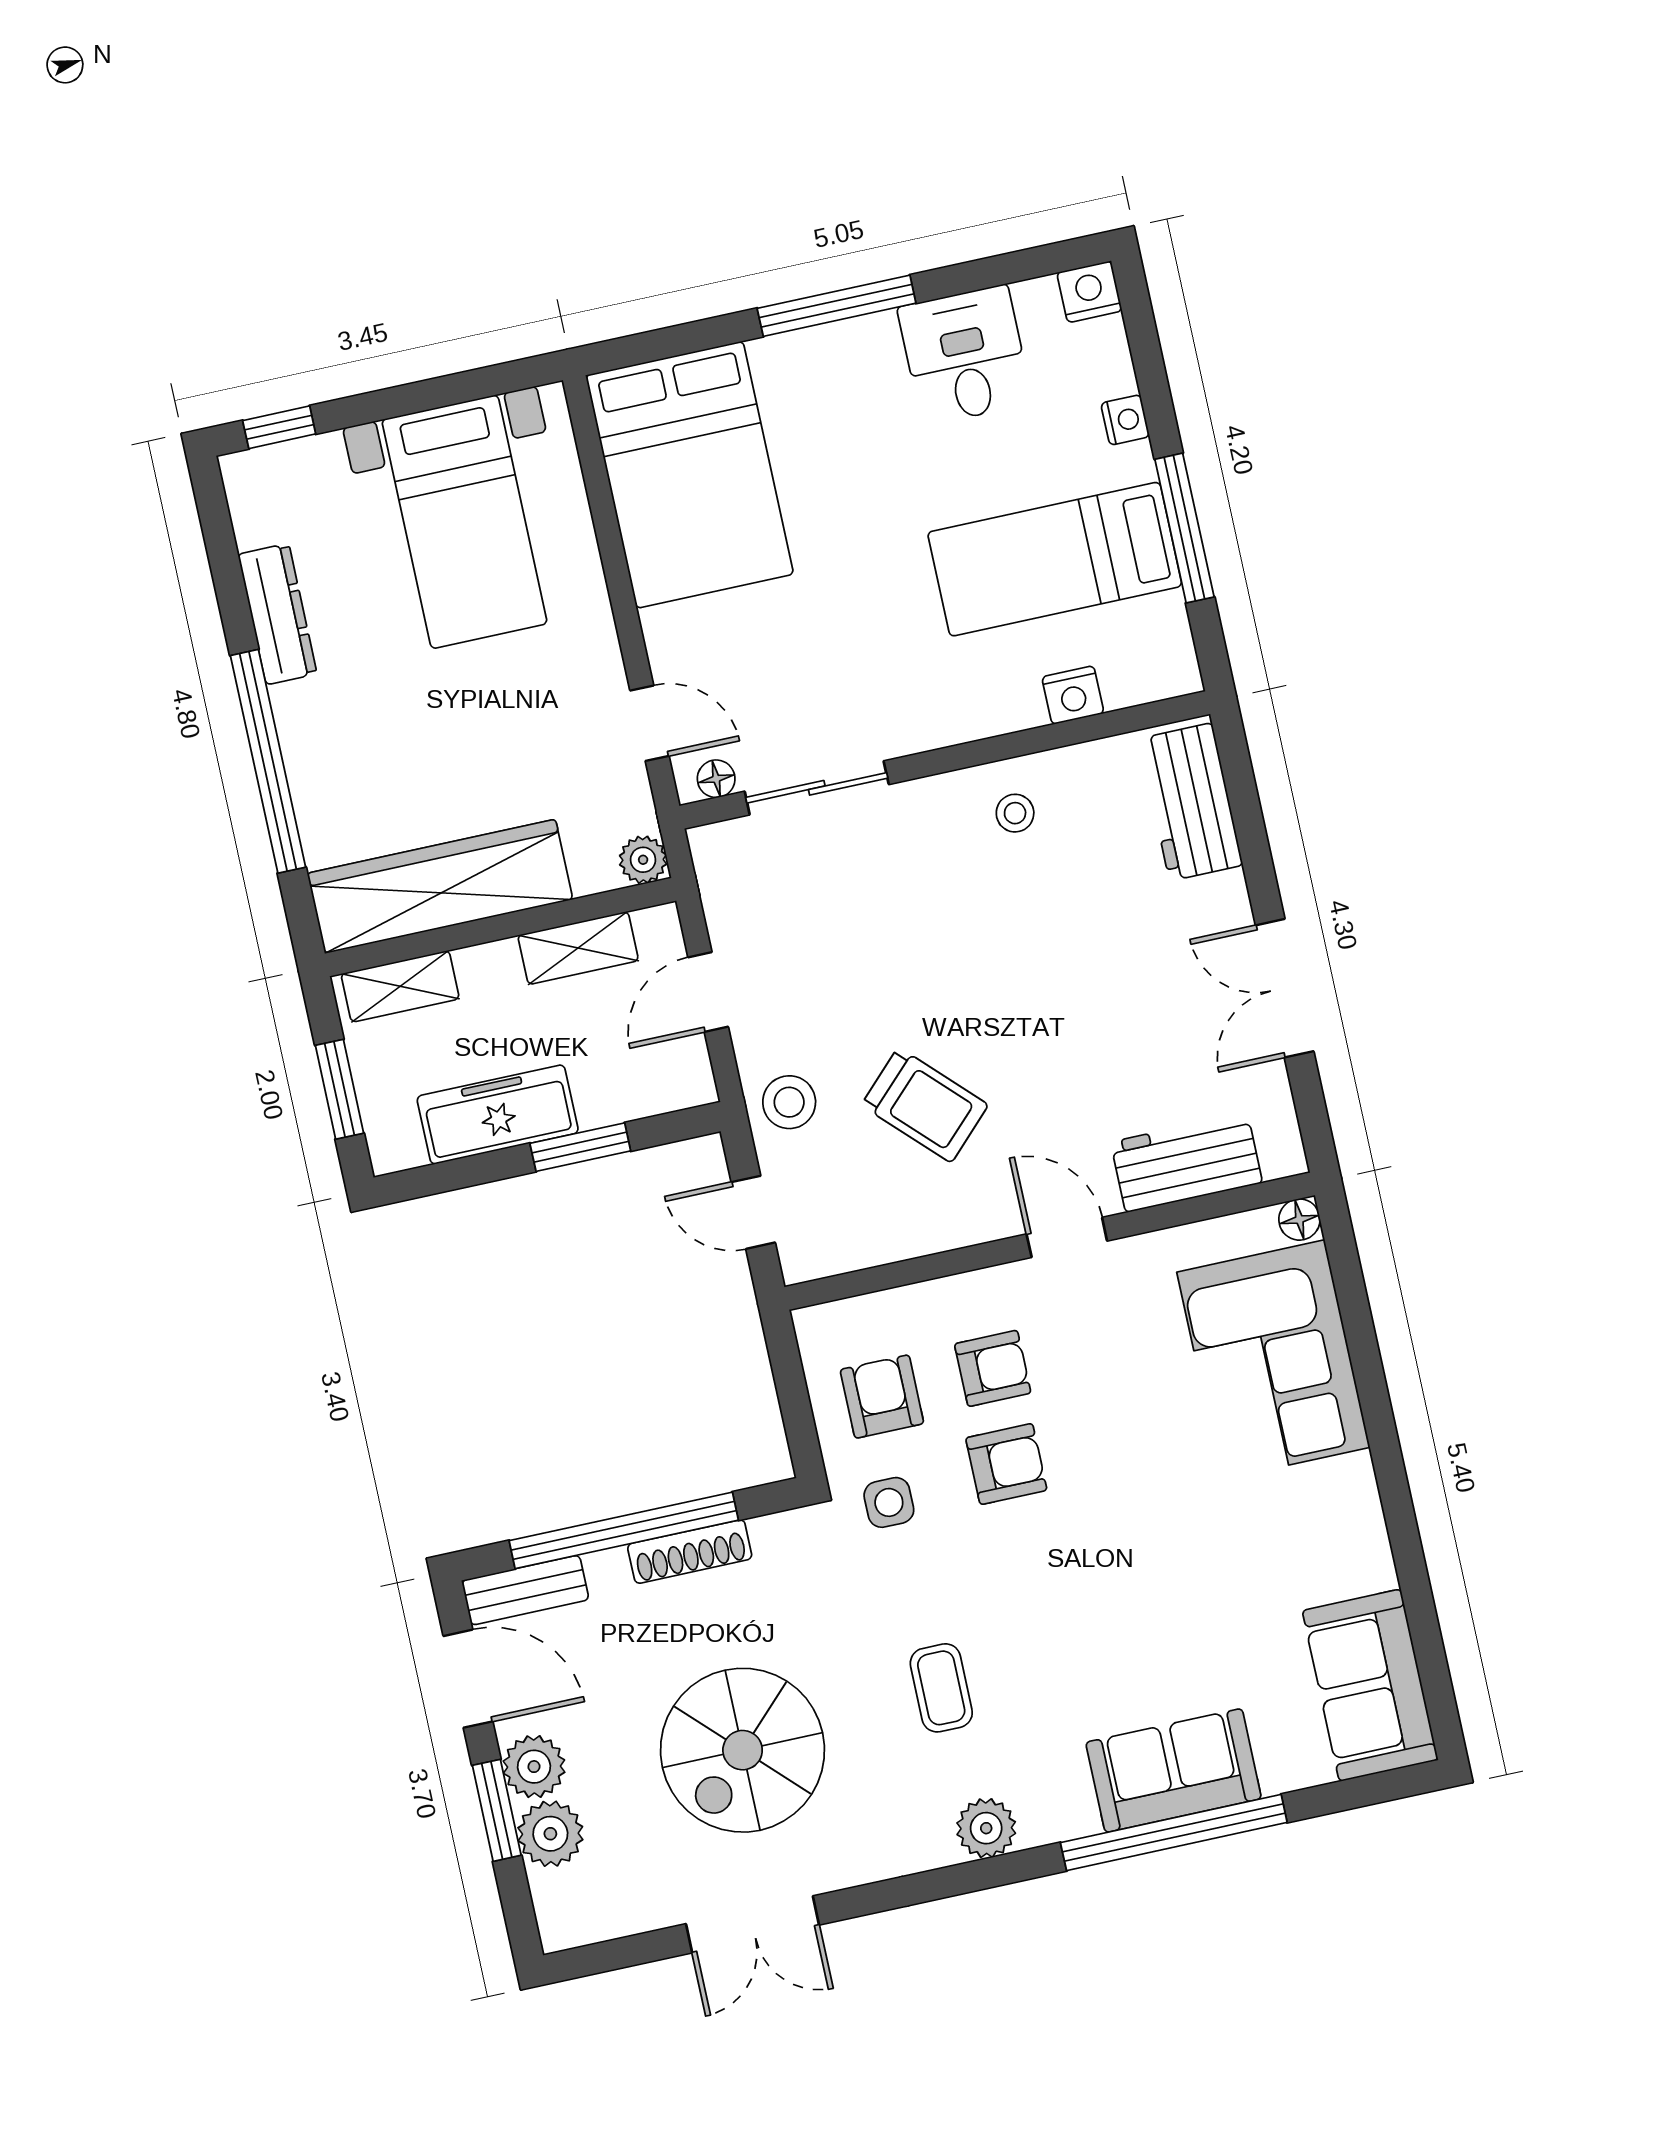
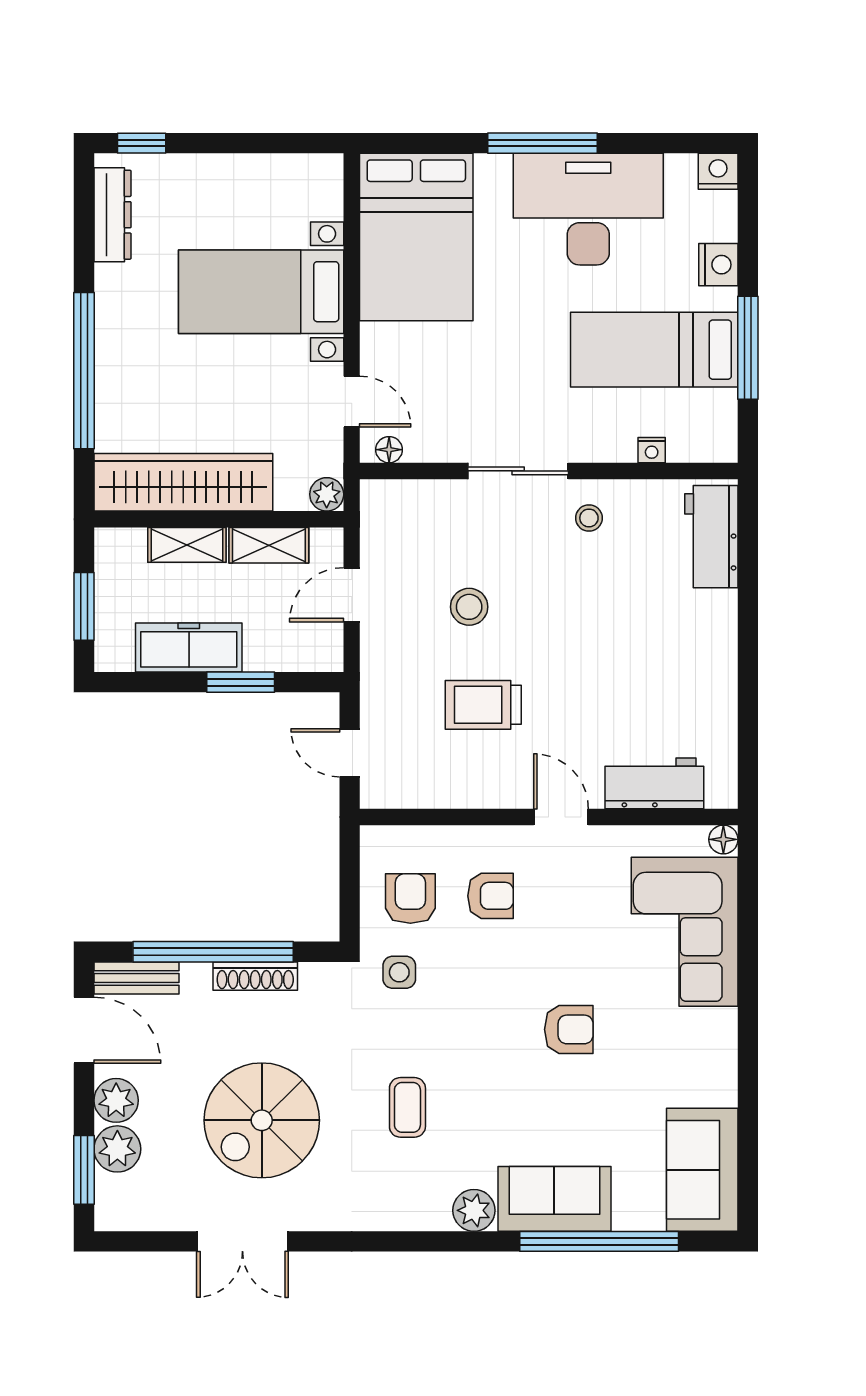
desk: (965, 355) -> (588, 209), width x1.87, depth x1.30
nightstand: (1125, 420) -> (718, 265), width x1.39, depth x1.35
bed with nightstands: (465, 522) -> (261, 292), moved, turned 90
dresser: (277, 614) -> (112, 215), moved
nightstand: (1073, 695) -> (652, 450), width x0.72, depth x0.74
sliding door: (817, 788) -> (518, 471), moved
shelving: (400, 986) -> (187, 545), moved
double door: (1285, 988) -> (748, 679), removed
stool: (789, 1102) -> (469, 607), moved
trolley: (925, 1105) -> (483, 705), turned 135
armchair: (1006, 1464) -> (569, 1029), moved
window: (497, 1810) -> (84, 1170), moved
plant: (986, 1828) -> (474, 1210), moved
window: (1174, 1833) -> (599, 1241), moved

